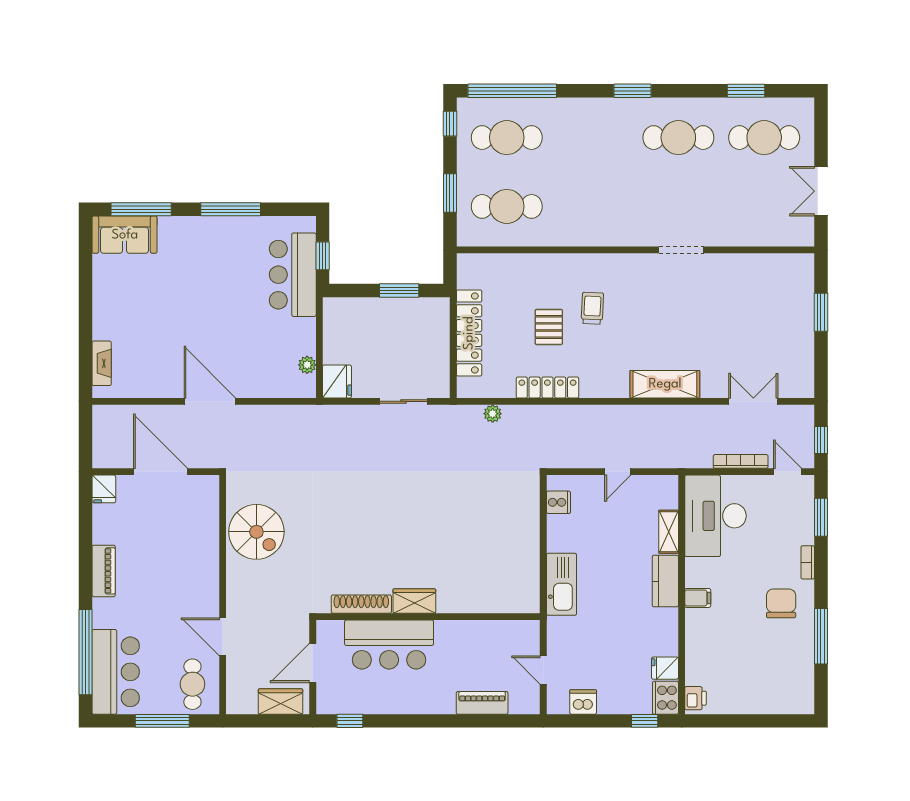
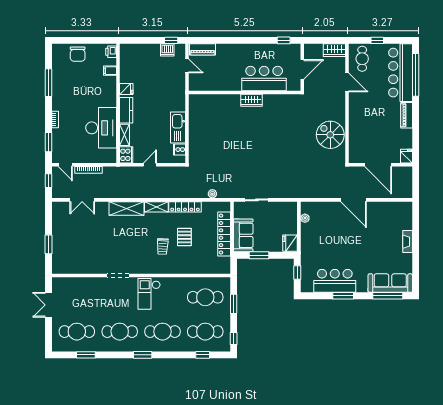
window: (512, 91) -> (203, 355), width x0.32
cafe table: (593, 138) -> (162, 332), added
double door: (821, 191) -> (48, 305), swing flipped
window: (231, 209) -> (343, 296), width x0.69
checkout: (619, 213) -> (149, 294), added
sofa: (125, 235) -> (390, 283), width x1.36
bar counter: (293, 275) -> (335, 281), moved, turned -90
sofa: (431, 330) -> (243, 235), added
fireplace: (102, 363) -> (408, 242), moved
fridge: (337, 382) -> (290, 243), moved
shelving: (605, 388) -> (156, 207), added
desk: (715, 516) -> (101, 128), moved
kitchen sink: (561, 584) -> (178, 127), moved
filing cabinet: (698, 598) -> (110, 71), moved
chair: (781, 603) -> (78, 54), moved
shoe rack: (361, 604) -> (278, 99), removed
fridge: (665, 668) -> (126, 89), moved
bar counter: (116, 672) -> (401, 73), width x1.36
cooker: (665, 698) -> (126, 155), moved
wardrobe: (280, 701) -> (334, 50), moved
piano: (482, 703) -> (202, 49), moved
window: (162, 721) -> (377, 40), width x0.46
window: (645, 721) -> (171, 40), moved

